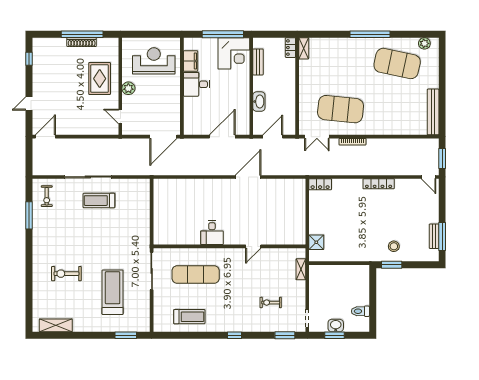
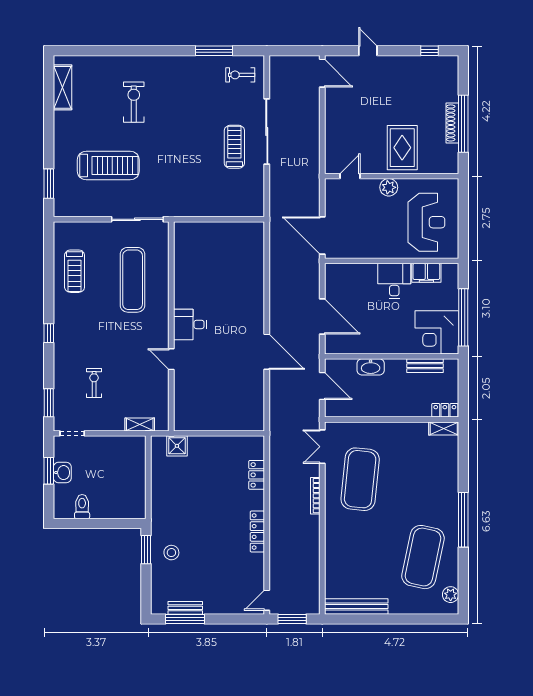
rug: (100, 79) -> (402, 148), turned 90
locker: (320, 184) -> (257, 475), moved
desk: (212, 233) -> (190, 324), moved

